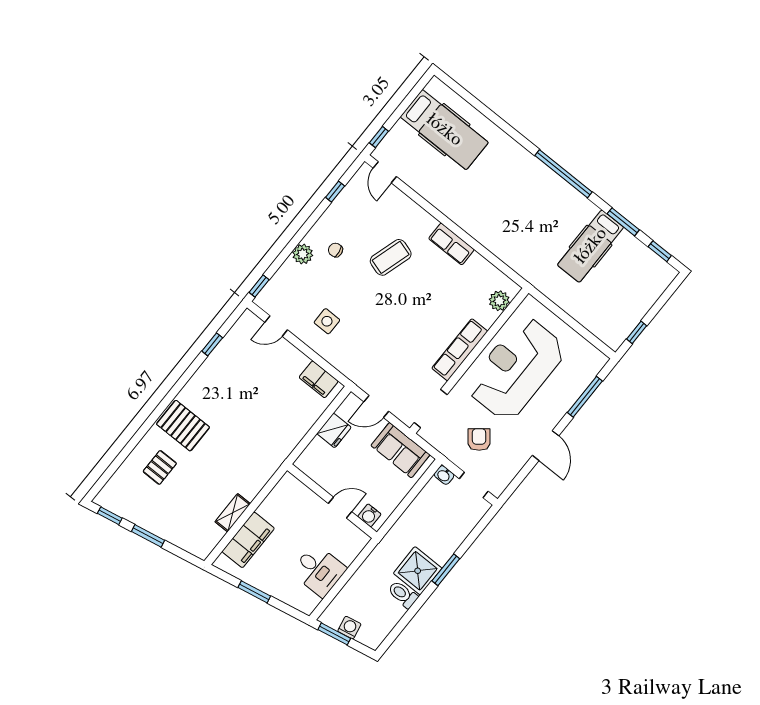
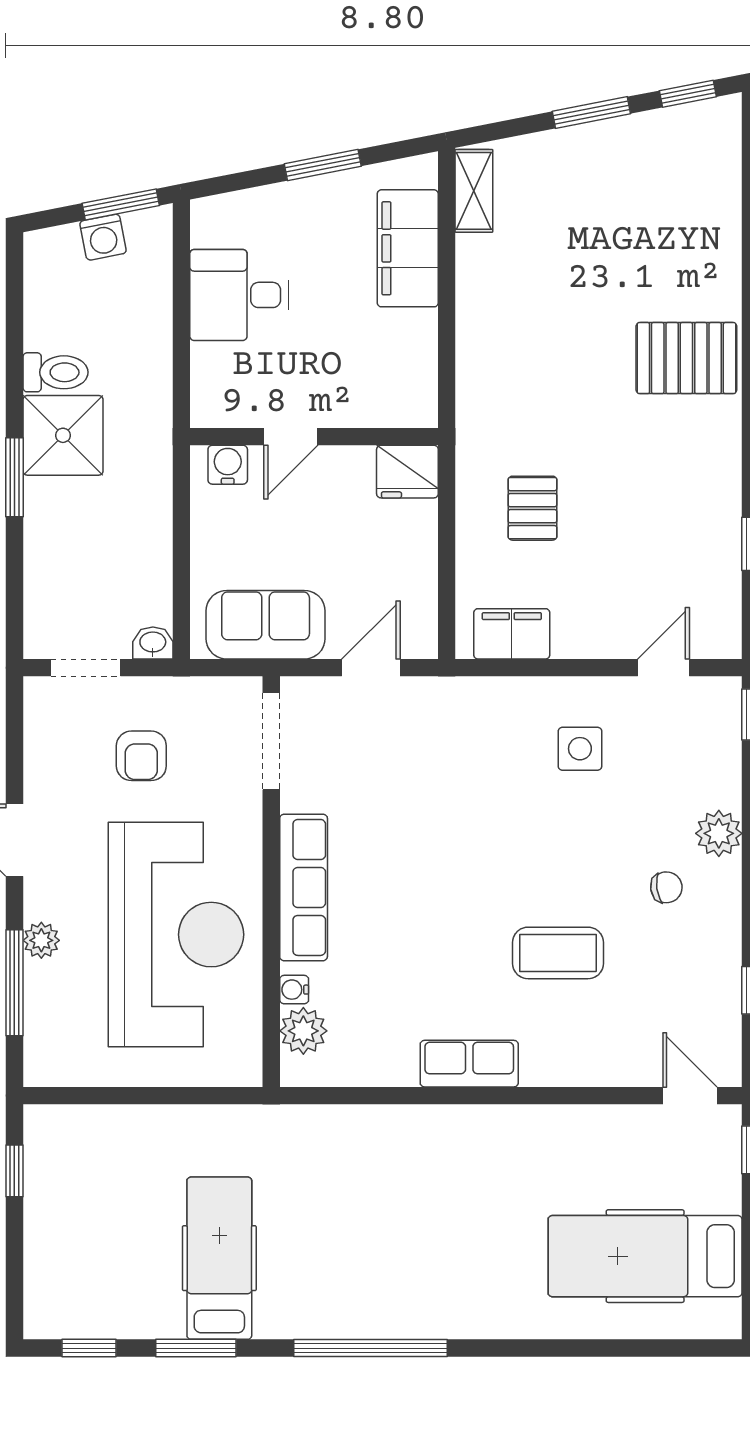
coffee table: (391, 257) -> (558, 953), turned 73
water cooler: (491, 317) -> (294, 990), added
plant: (564, 404) -> (41, 940), added
fridge: (334, 430) -> (407, 472), moved, turned -90
armchair: (479, 440) -> (141, 756), turned 39
pallet: (160, 467) -> (532, 508), moved
shelving: (233, 513) -> (474, 191), moved

